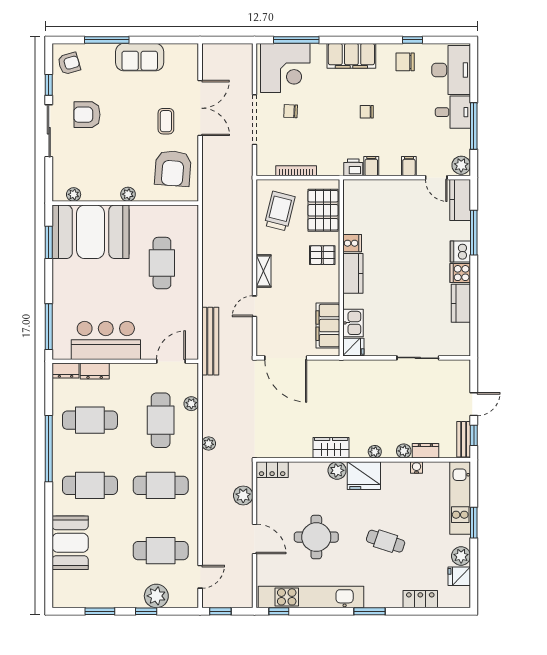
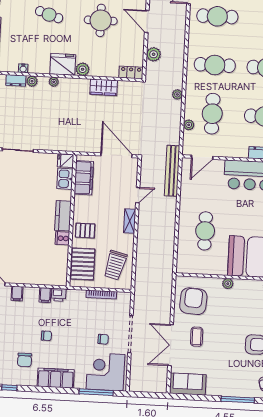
sofa: (140, 57) -> (188, 384), moved
chair: (405, 62) -> (25, 360), moved, turned 90
wardrobe: (331, 448) -> (104, 87), moved

